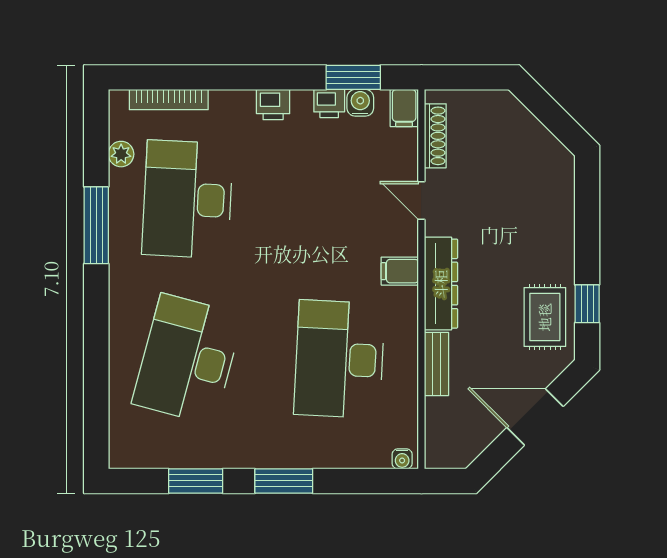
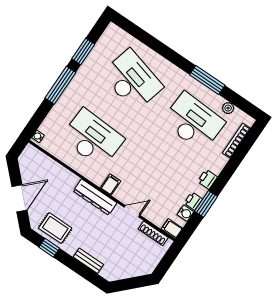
window: (353, 77) -> (206, 204), moved
bench: (437, 364) -> (88, 261), moved
window: (284, 481) -> (60, 85), width x1.44

